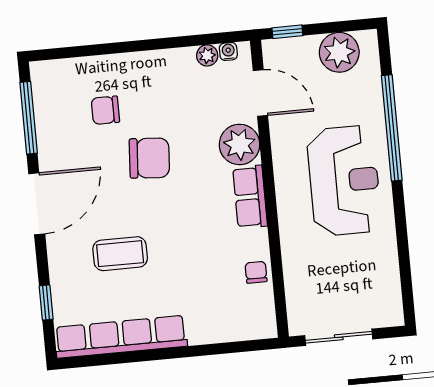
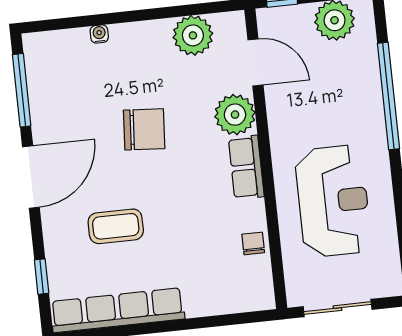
water cooler: (228, 51) -> (99, 34), moved
plant: (207, 55) -> (193, 35), width x1.87, depth x1.87
chair: (105, 110) -> (99, 82), removed
reception desk: (344, 181) -> (333, 201), moved

